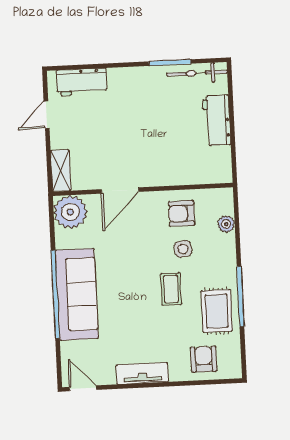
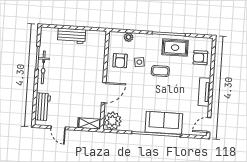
bicycle: (197, 73) -> (43, 67), moved
door: (120, 191) -> (104, 93), hinge flipped
sofa: (77, 294) -> (164, 123), width x0.73

